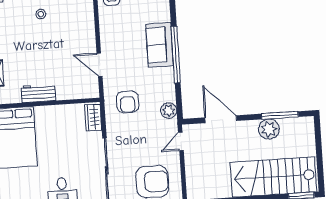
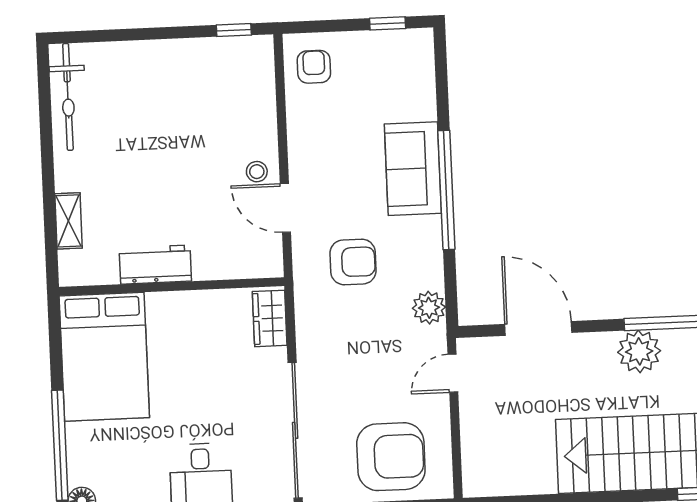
stool: (41, 14) -> (257, 172), moved
armchair: (128, 102) -> (353, 262), moved, turned -90

